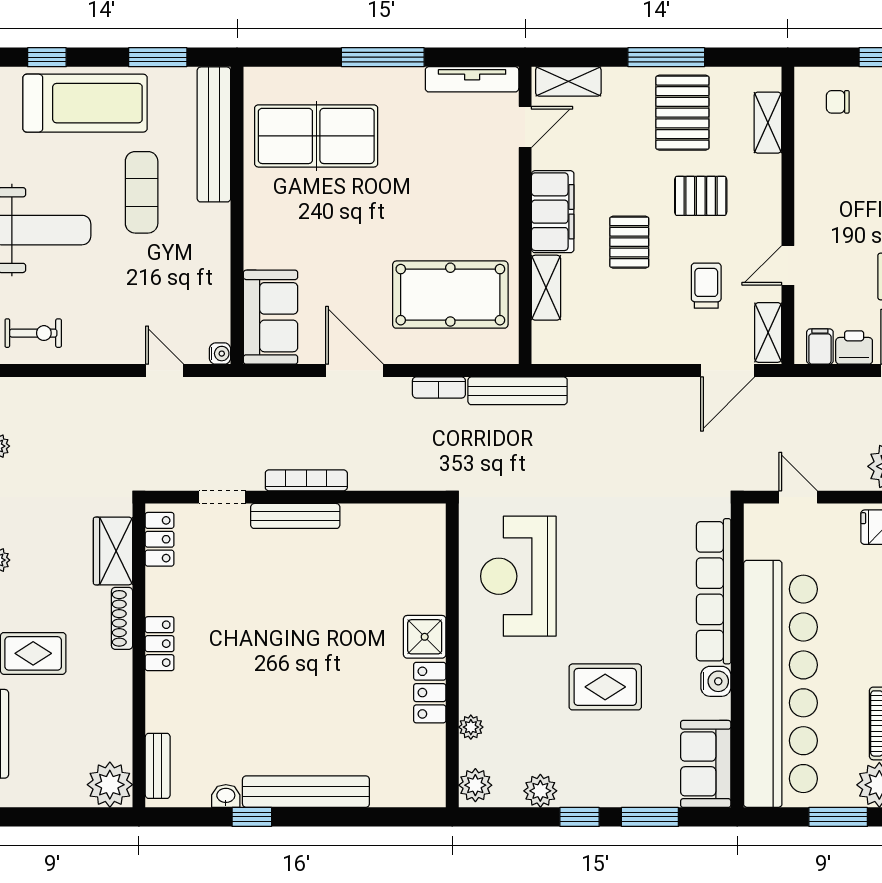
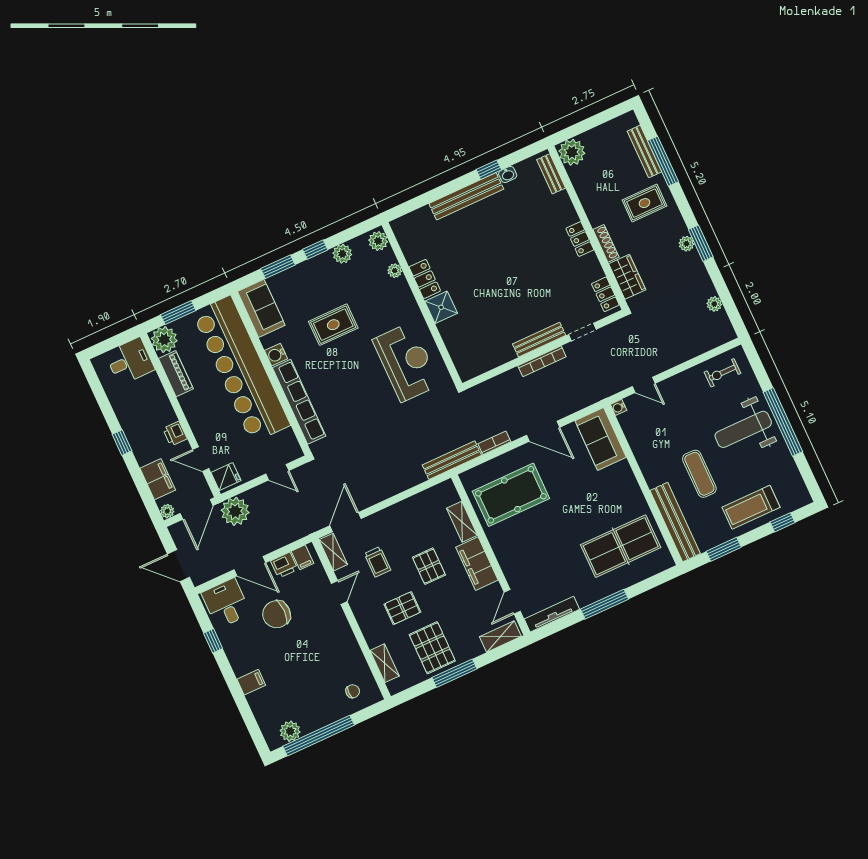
treadmill: (85, 103) -> (751, 507), width x0.73, depth x0.73

